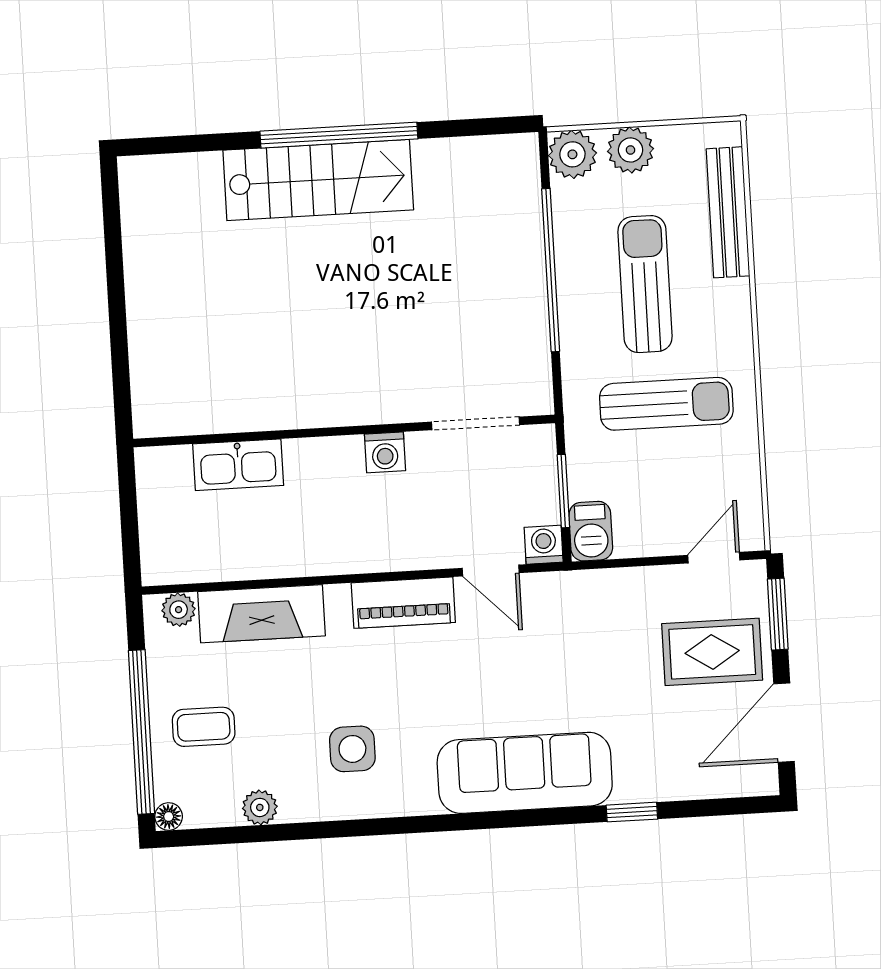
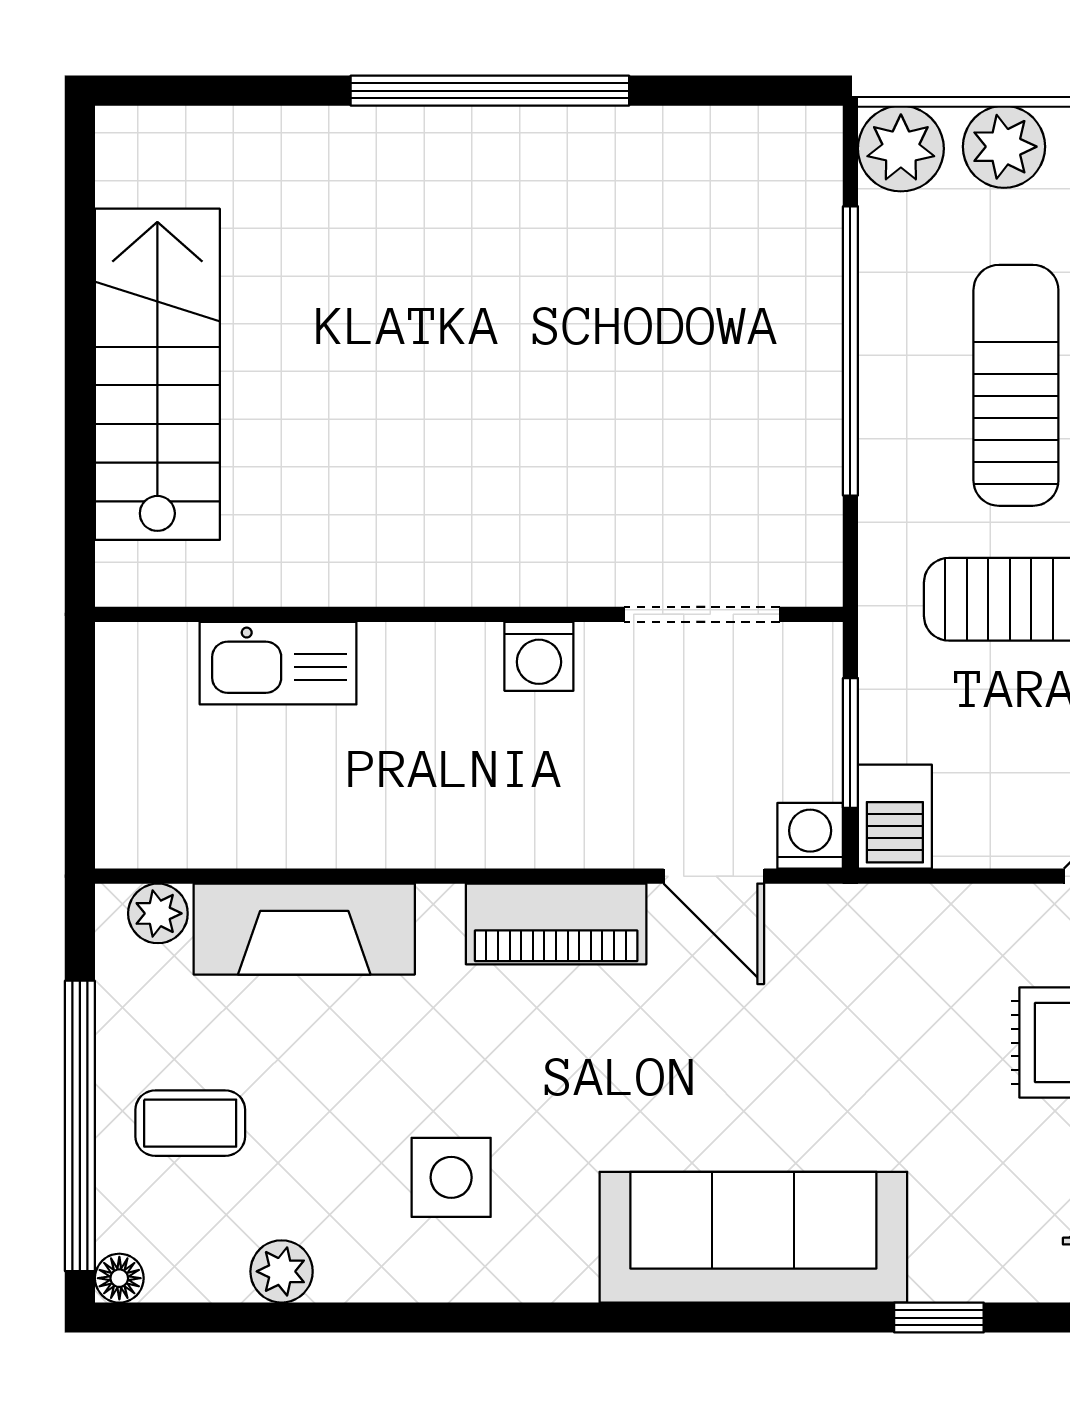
stairs: (318, 180) -> (157, 374), moved, turned -90

